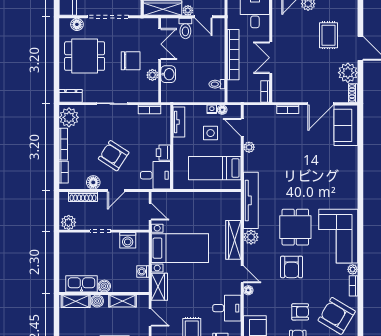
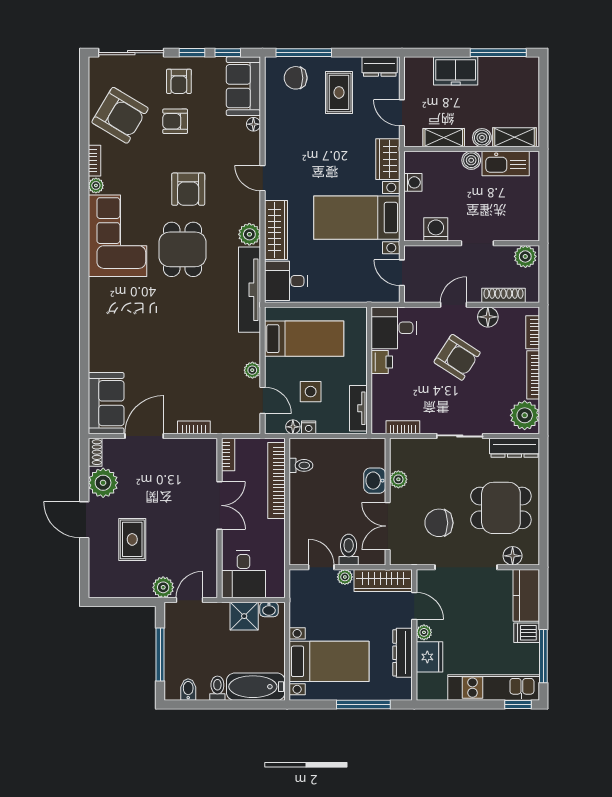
bookcase: (233, 55) -> (276, 480), moved
chair: (131, 61) -> (439, 523), moved
dresser: (71, 96) -> (514, 448), width x1.44
armchair: (292, 267) -> (188, 189), turned 180
floor lamp: (248, 290) -> (253, 124), moved
desk: (227, 308) -> (286, 281), moved

